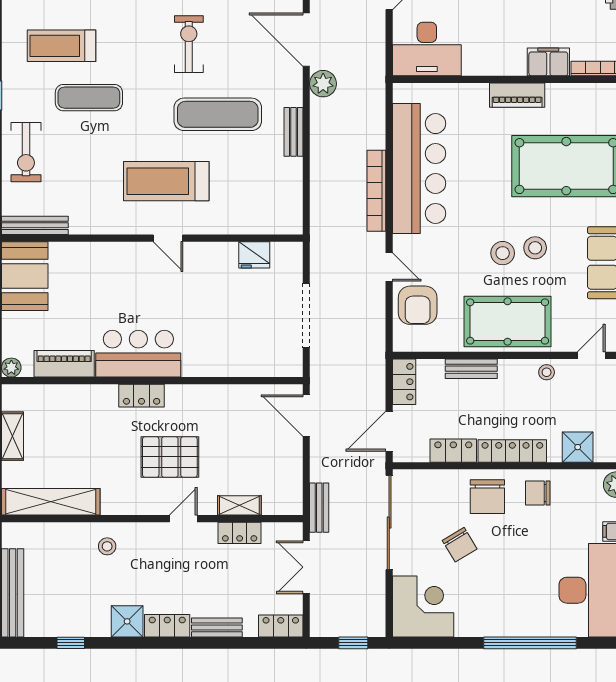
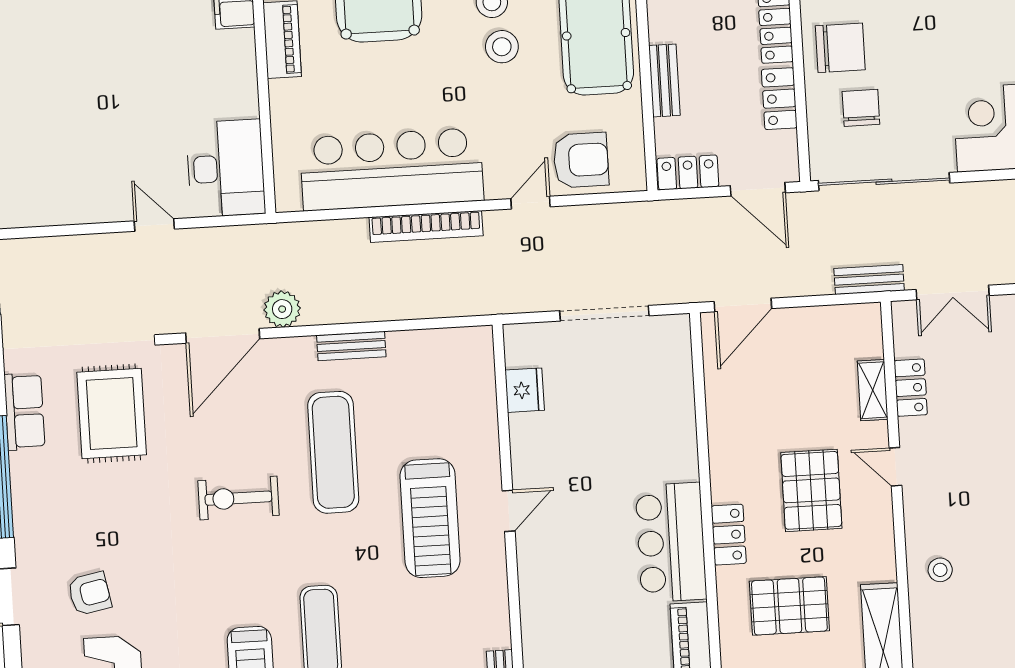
pallet: (88, 436) -> (789, 606), added
chair: (460, 545) -> (861, 108), moved, turned -59

